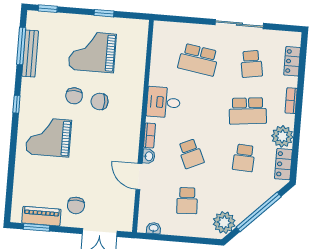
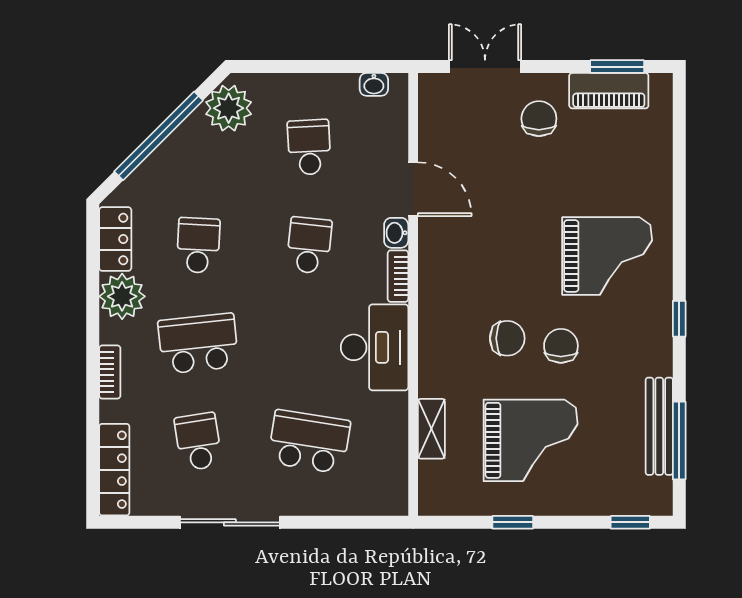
shelving: (139, 61) -> (431, 429), added
locker: (292, 61) -> (114, 470), width x1.53
desk: (163, 102) -> (375, 347), width x1.37
school desk: (191, 154) -> (309, 245), turned 30

